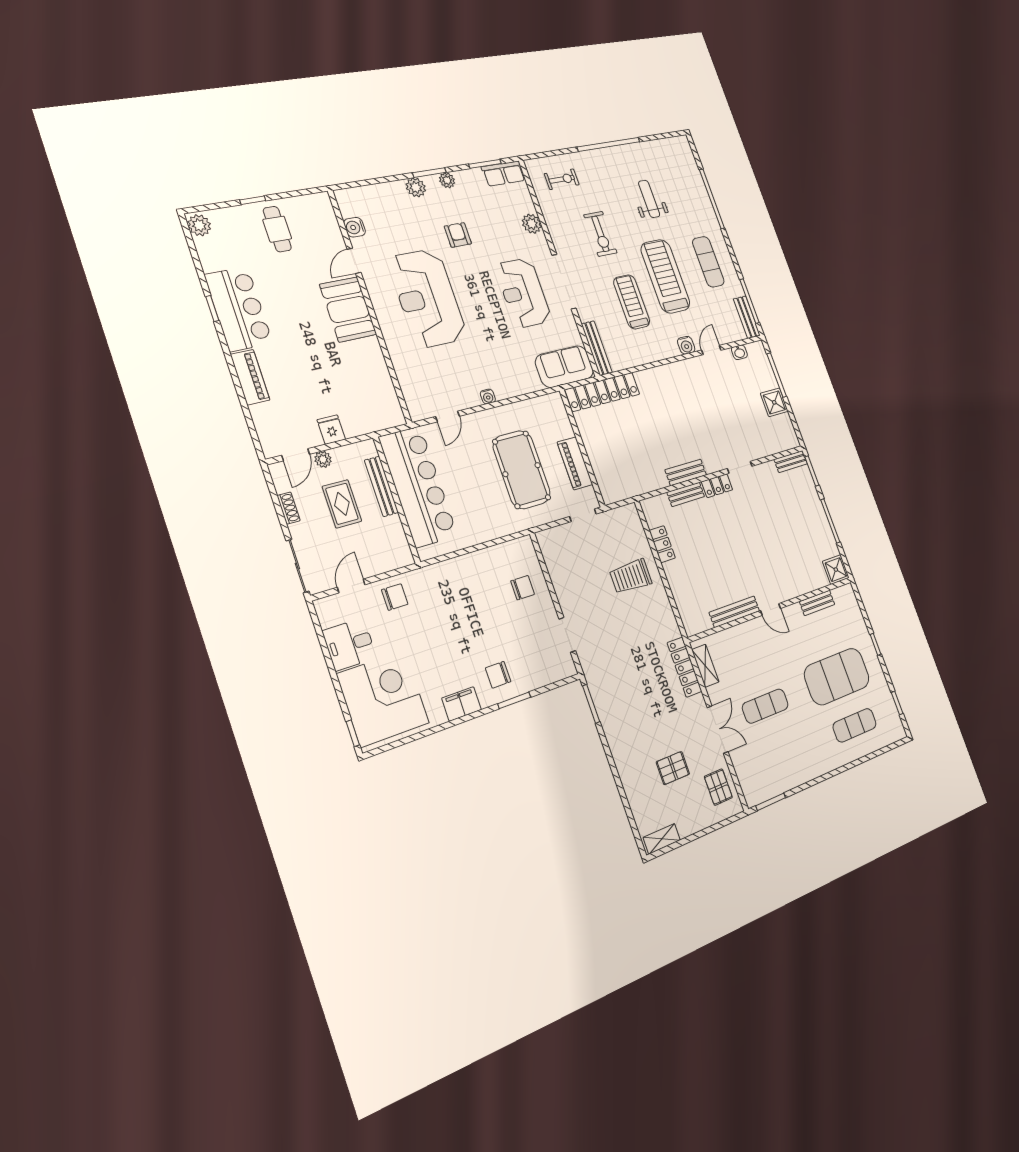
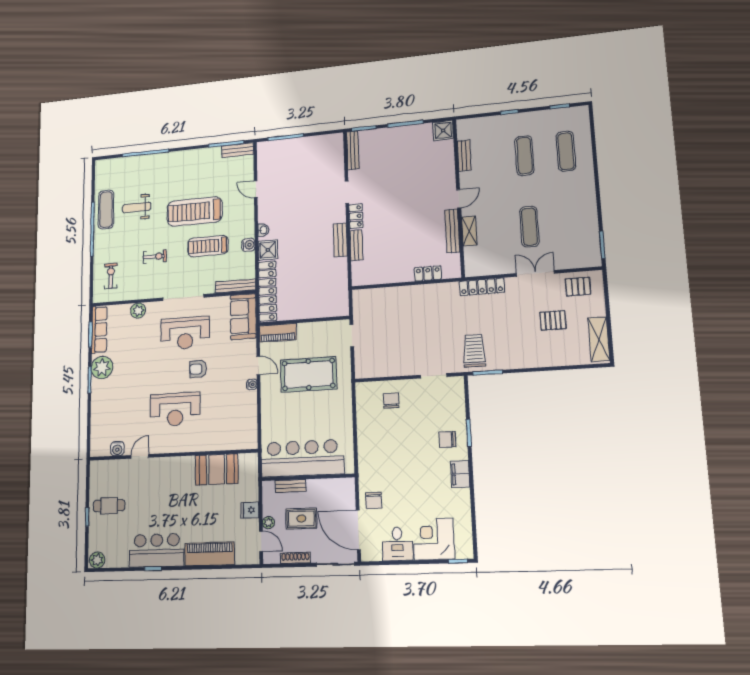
row of seats: (503, 174) -> (99, 329), width x1.48
plant: (447, 180) -> (102, 367), width x1.88, depth x1.88
plant: (416, 187) -> (98, 394), removed
exercise bike: (600, 234) -> (155, 257), width x0.73, depth x0.72
armchair: (458, 235) -> (198, 369), moved
door: (354, 261) -> (140, 456), swing flipped
exercise mat: (708, 262) -> (106, 210), moved, turned 90
reception desk: (427, 298) -> (175, 409), width x0.74, depth x0.77
booth: (348, 309) -> (217, 469), moved
water cooler: (686, 345) -> (248, 245), moved
washbasin: (739, 352) -> (263, 230), moved
piano: (250, 377) -> (210, 554), width x1.37, depth x1.33
shower: (774, 402) -> (268, 250), moved
door: (448, 416) -> (258, 365), moved
bench: (791, 462) -> (353, 150), width x1.36
piano: (575, 463) -> (278, 333), moved
bench: (381, 486) -> (291, 486), width x0.73
shoe rack: (289, 508) -> (295, 558), width x1.43
locker: (662, 544) -> (428, 273), moved
trolley: (631, 576) -> (474, 351), moved, turned 180
door: (351, 586) -> (358, 530), width x1.87
chair: (395, 597) -> (374, 500), turned 180
shelving: (705, 666) -> (469, 231), moved, turned 90
chair: (498, 675) -> (447, 439), turned 90
exercise mat: (837, 676) -> (524, 156), width x0.50, depth x0.69
corner desk: (383, 699) -> (434, 539), width x0.74, depth x0.74
pallet: (673, 768) -> (553, 320), turned 90
shelving: (662, 839) -> (599, 339), width x1.50, depth x1.33

